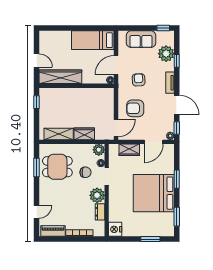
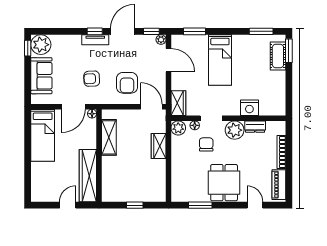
plant: (166, 54) -> (41, 45), moved
window: (177, 61) -> (95, 31), moved
door: (116, 65) -> (73, 107), hinge flipped
window: (36, 102) -> (135, 205), moved
shelving: (59, 134) -> (109, 137), moved
wardrobe: (129, 150) -> (178, 103), moved
dining table: (57, 167) -> (224, 183), moved
window: (177, 179) -> (194, 31), moved
bed: (154, 193) -> (220, 60), width x0.49
nightstand: (115, 229) -> (249, 108), moved
cot: (157, 230) -> (278, 56), added
window: (150, 239) -> (289, 51), moved

